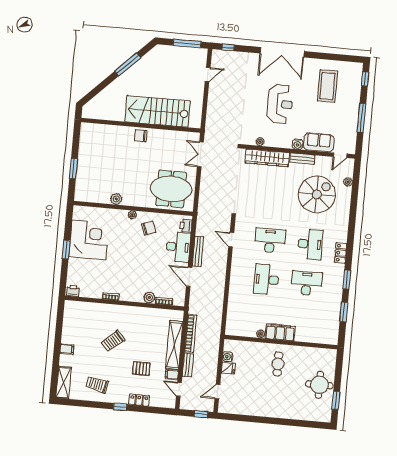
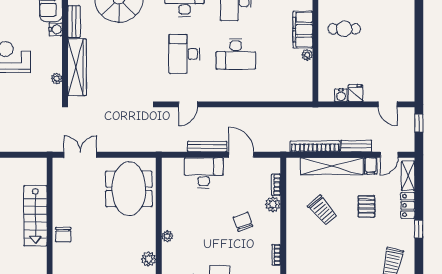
stairs: (158, 111) -> (35, 216), width x0.73, depth x0.66
double door: (200, 154) -> (80, 155), swing flipped
printer: (186, 226) -> (175, 165), removed
chair: (149, 228) -> (243, 222), moved
door: (189, 277) -> (241, 155), swing flipped
trolley: (113, 341) -> (323, 210), moved
shelving: (162, 402) -> (408, 176), added

